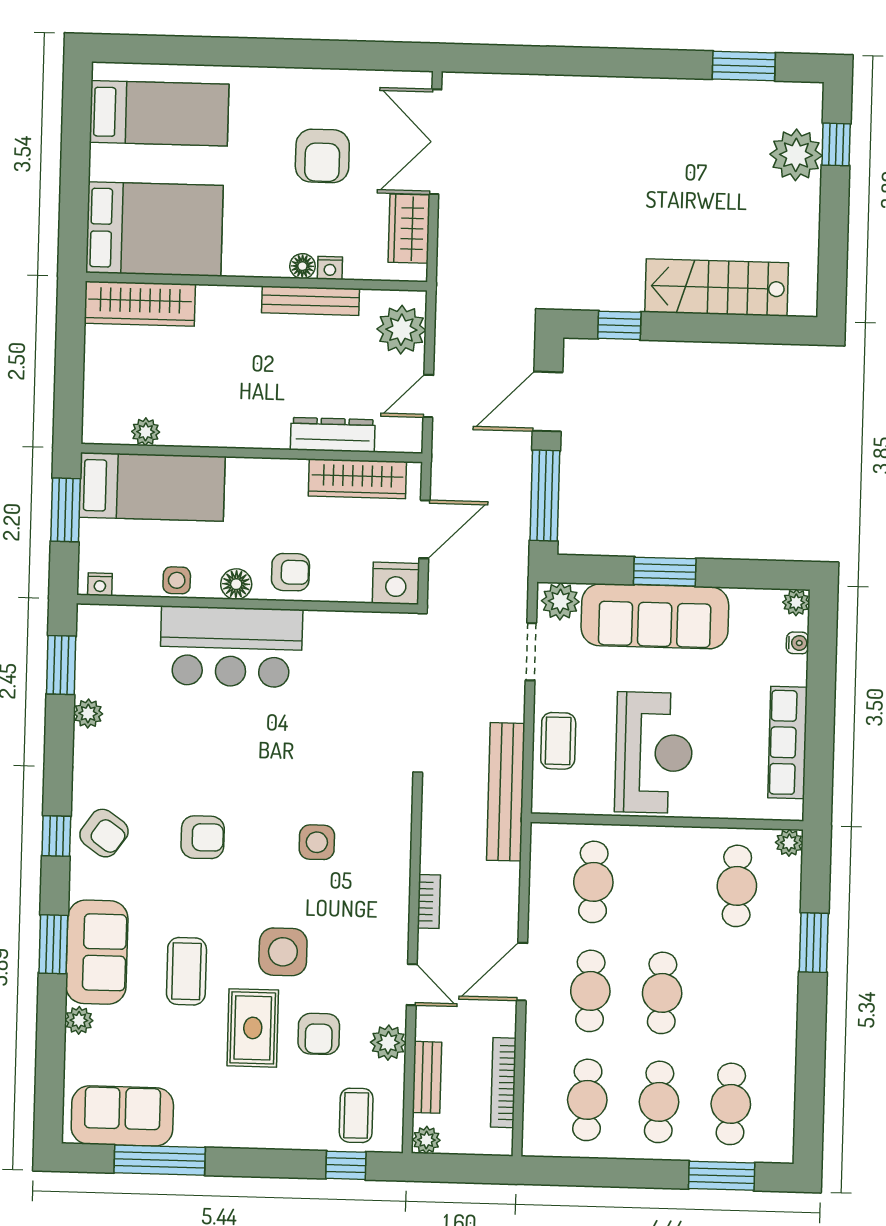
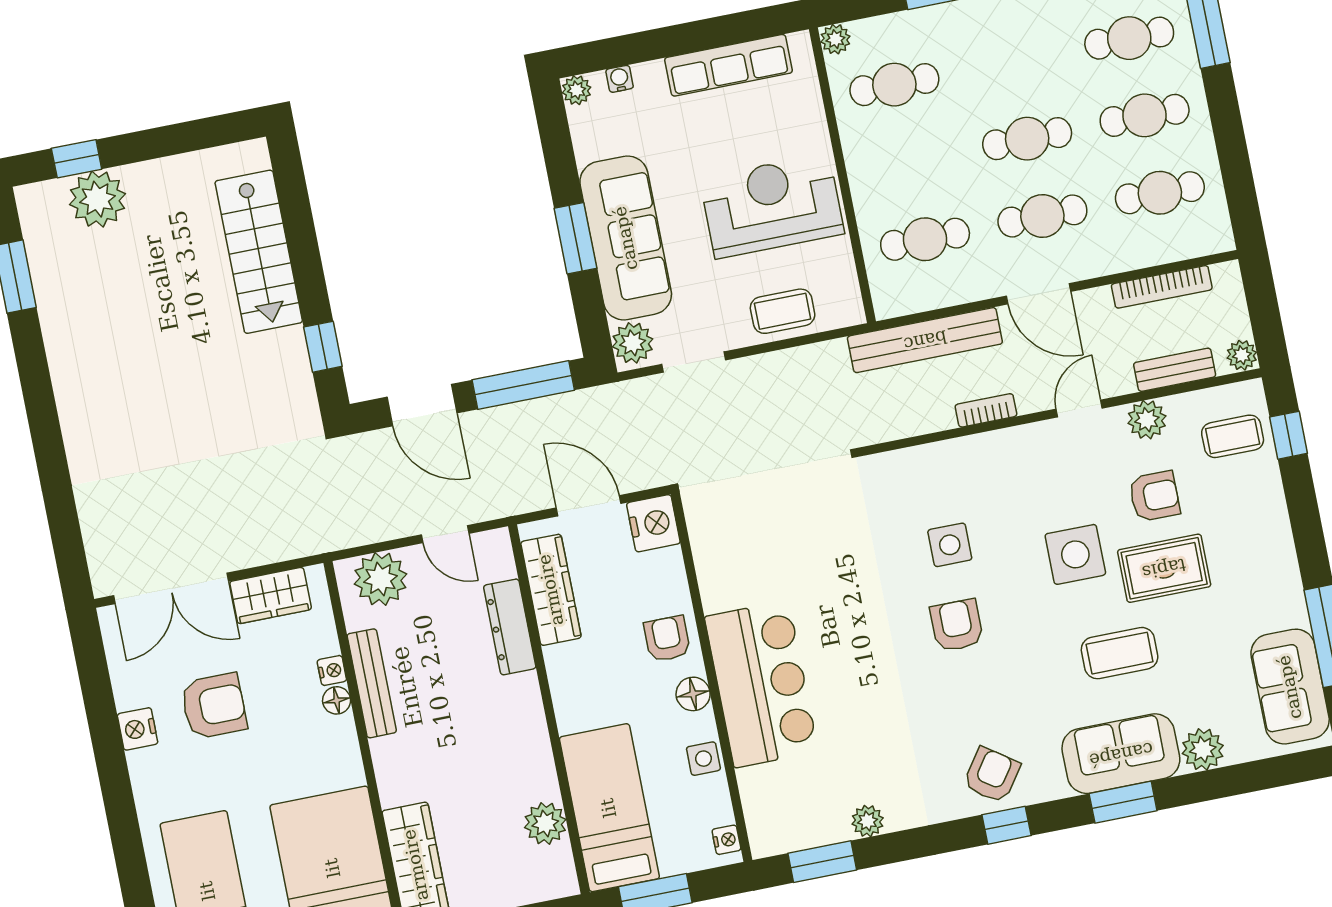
nightstand: (317, 84) -> (138, 729), added
plant: (146, 432) -> (545, 823), width x1.38, depth x1.38
bench: (506, 792) -> (925, 340), moved
armchair: (203, 837) -> (957, 625), moved
plant: (79, 1020) -> (1203, 749), width x1.38, depth x1.38

